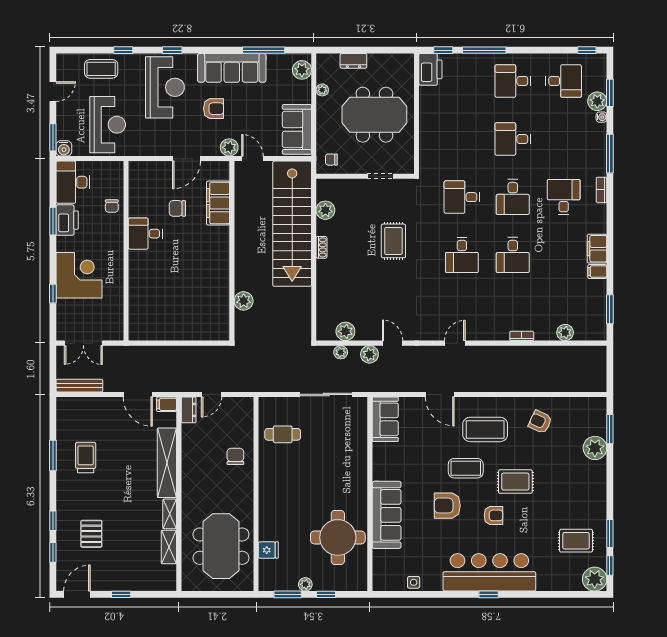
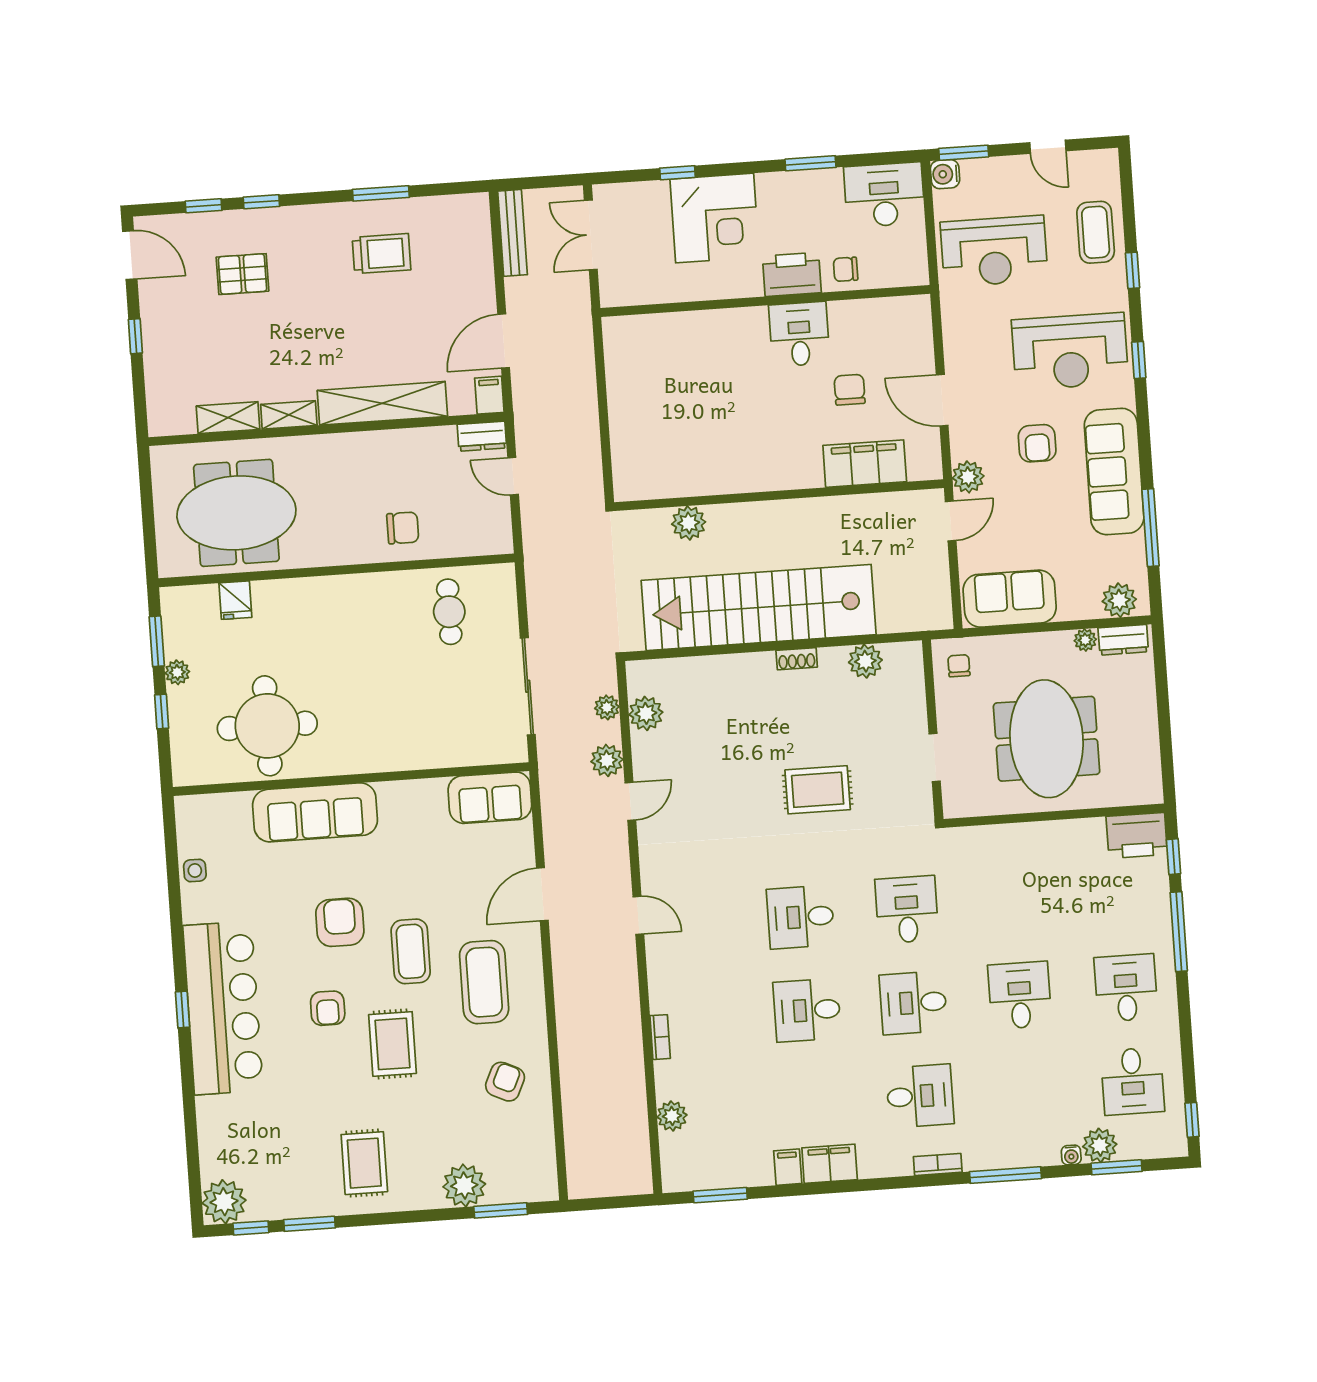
dresser: (353, 61) -> (1123, 640), moved, turned -90
printer: (67, 220) -> (792, 274), moved, turned 180
stairs: (292, 224) -> (759, 607), moved
rug: (576, 541) -> (364, 1163), moved

